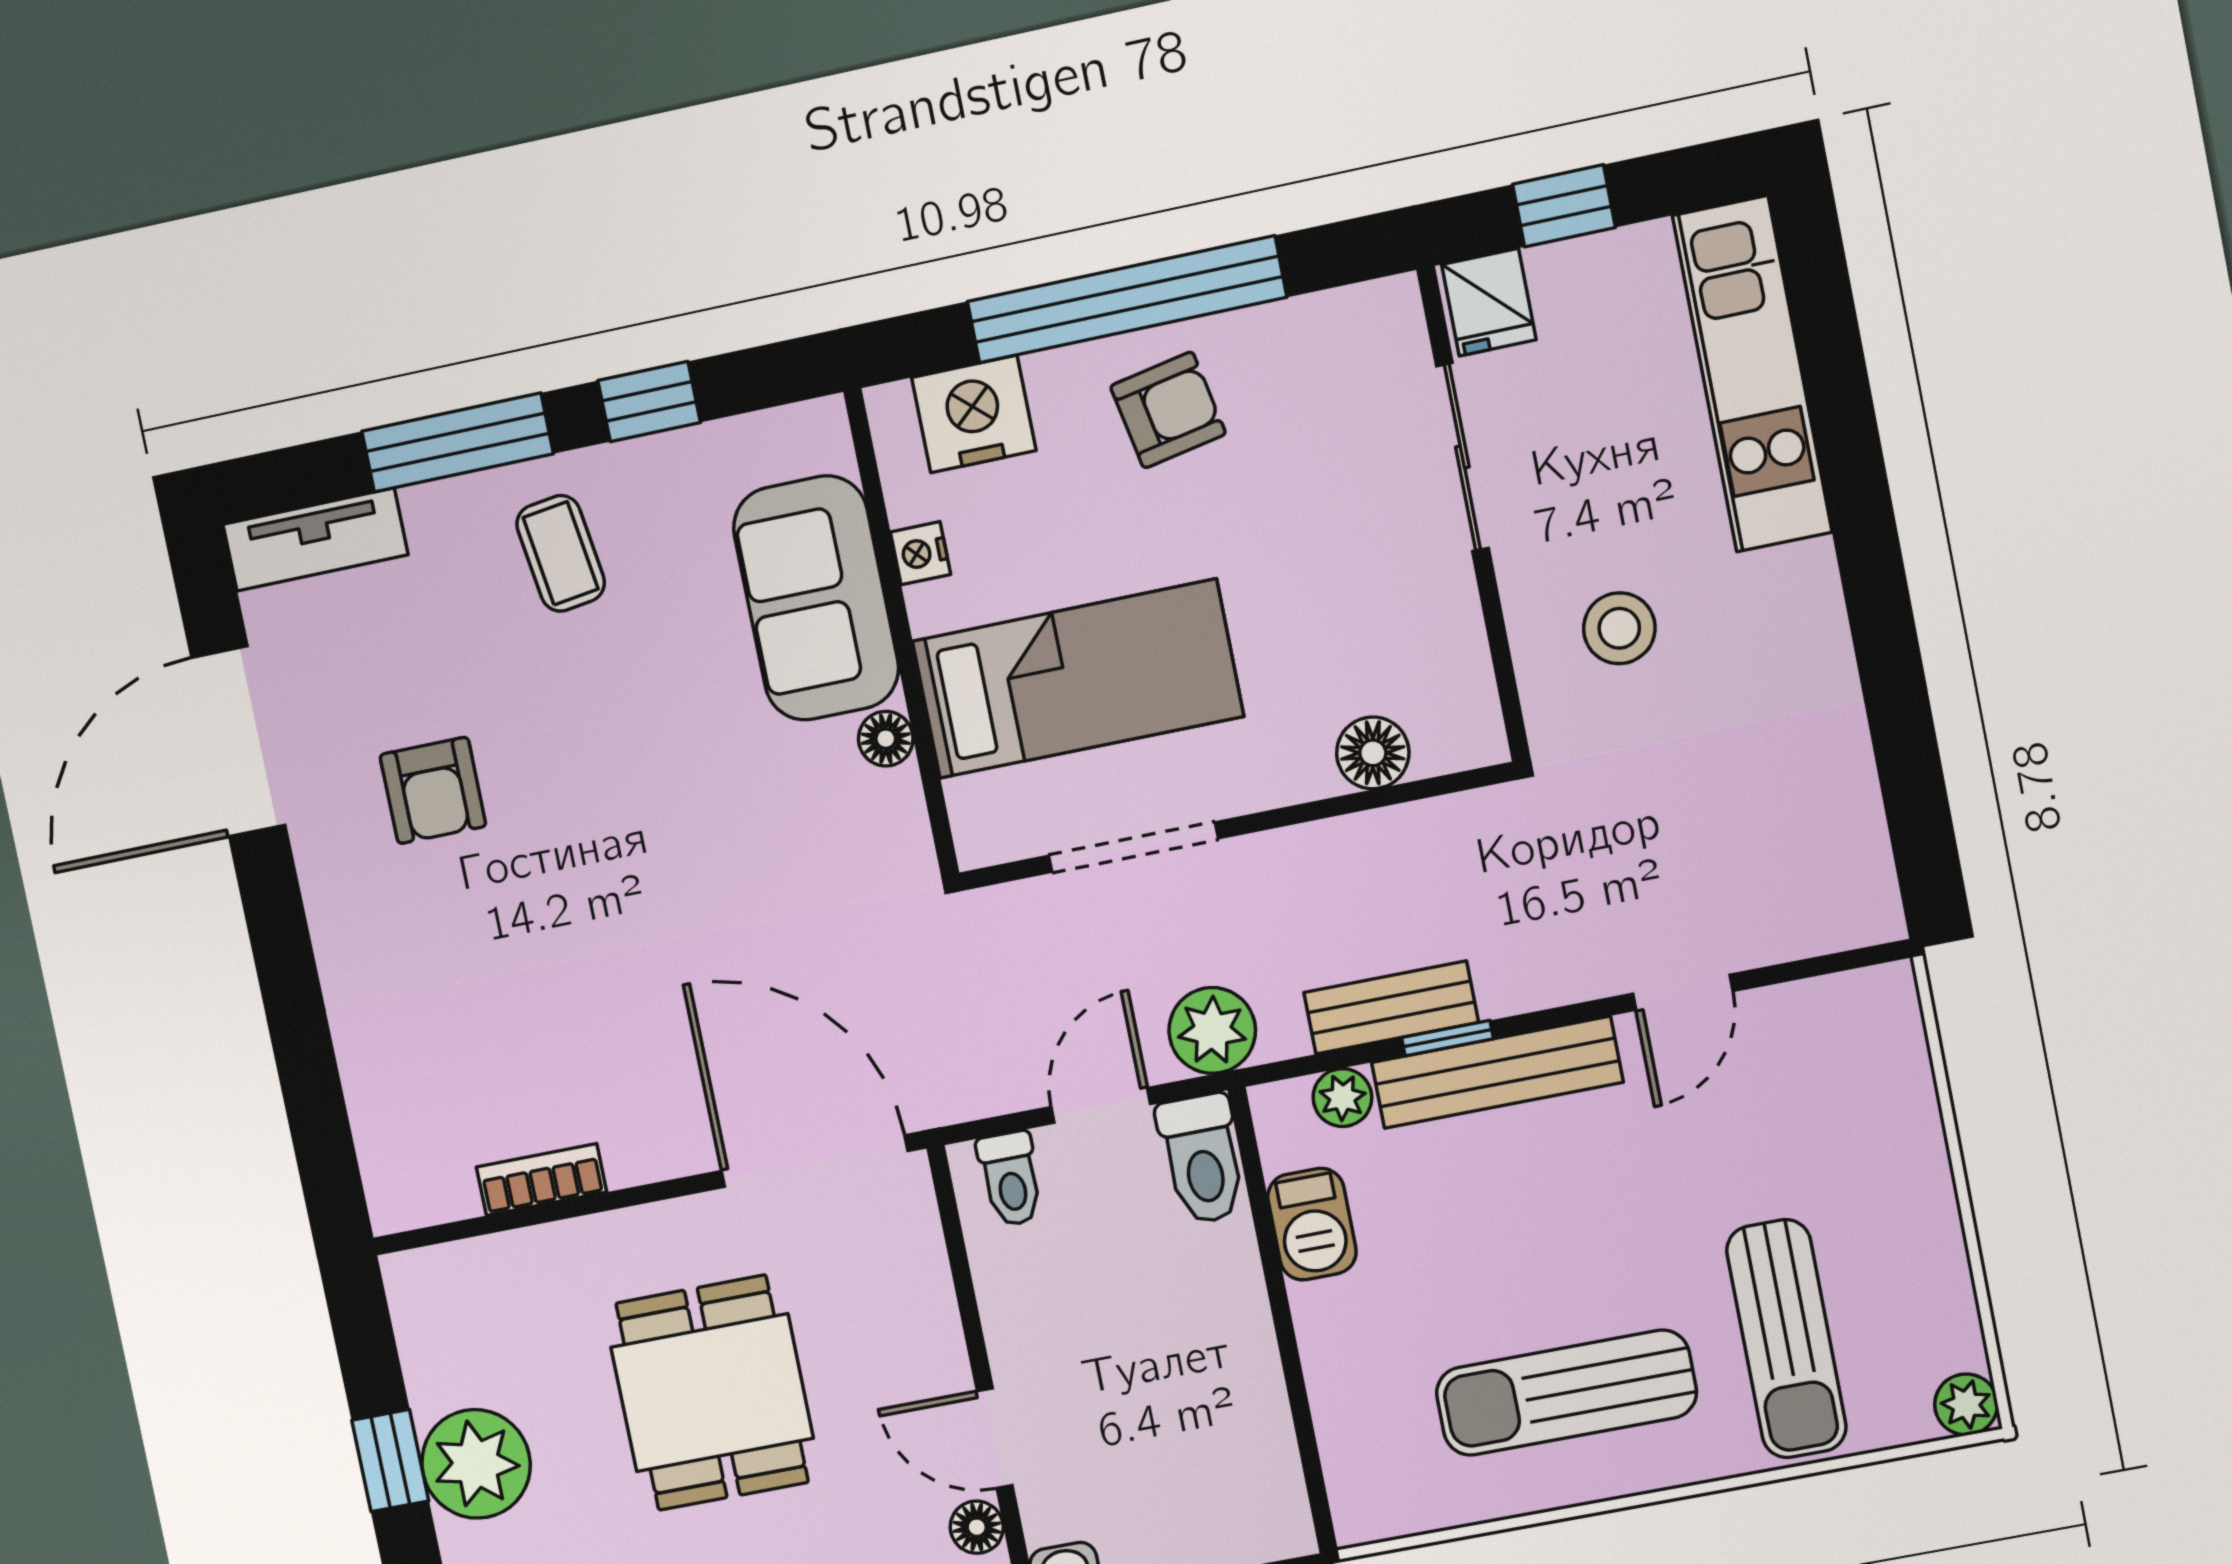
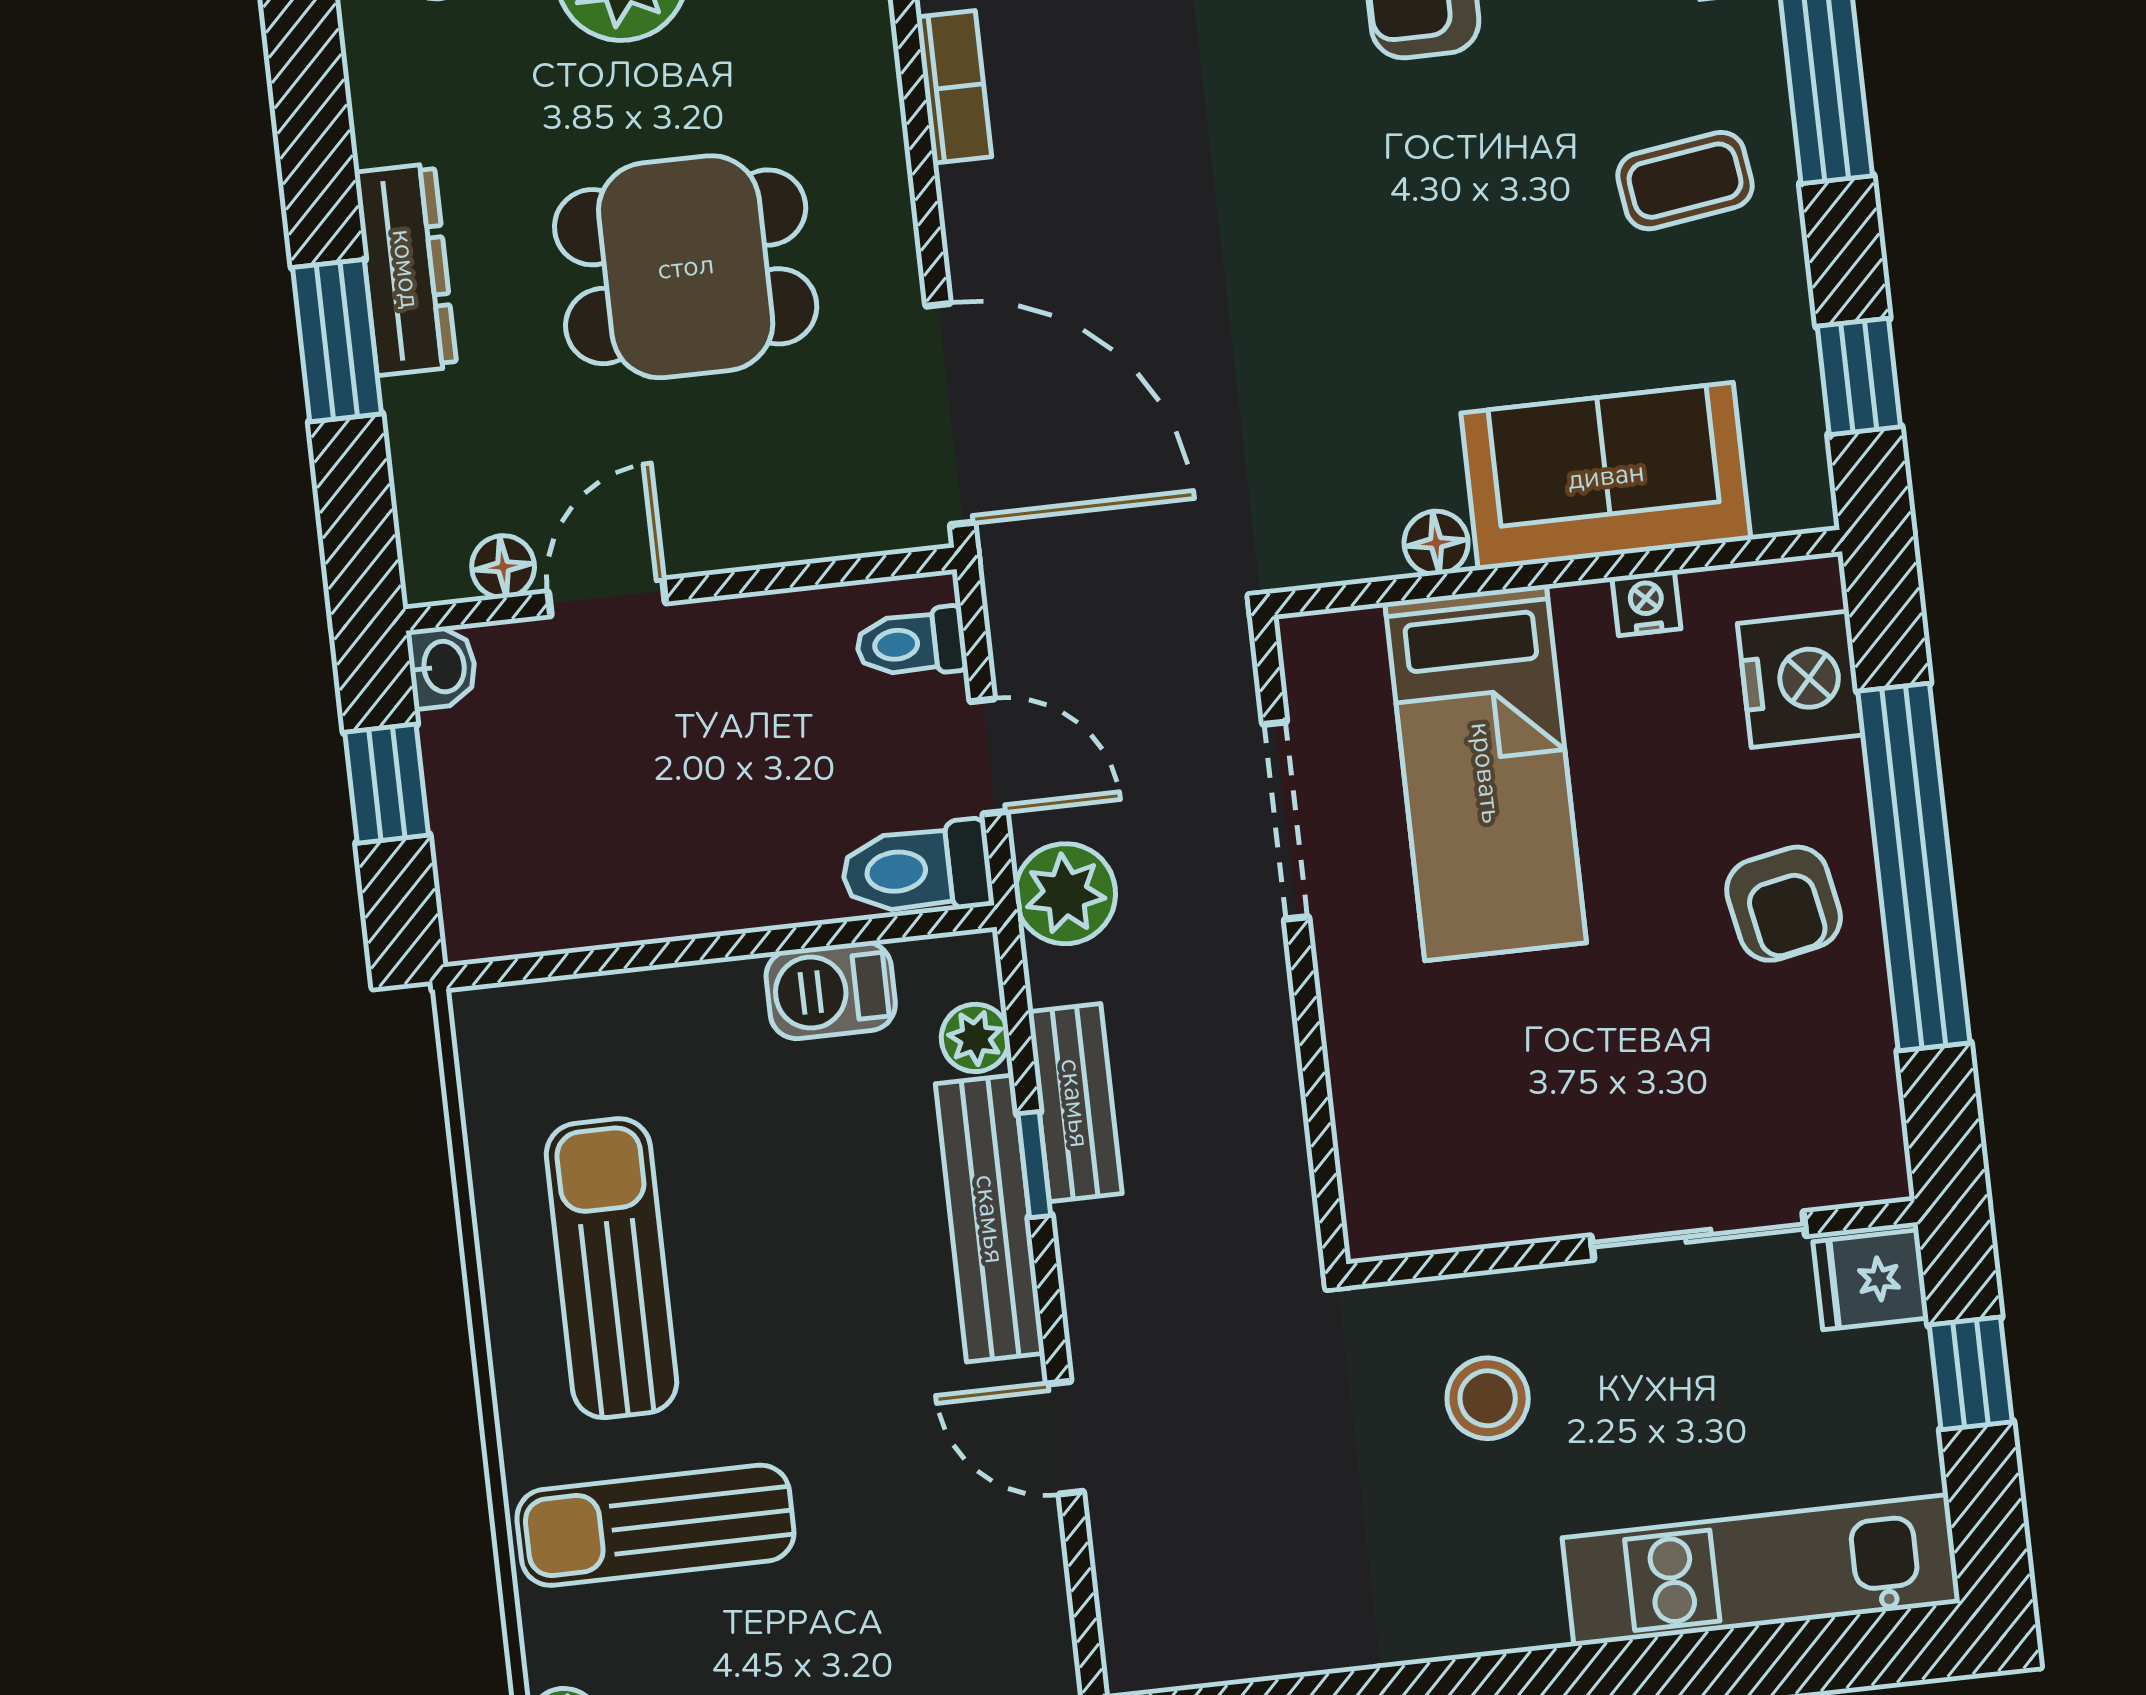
window: (649, 401) -> (1859, 376), moved
floor lamp: (1373, 753) -> (1370, 1106), removed
door: (815, 1161) -> (950, 414), hinge flipped

